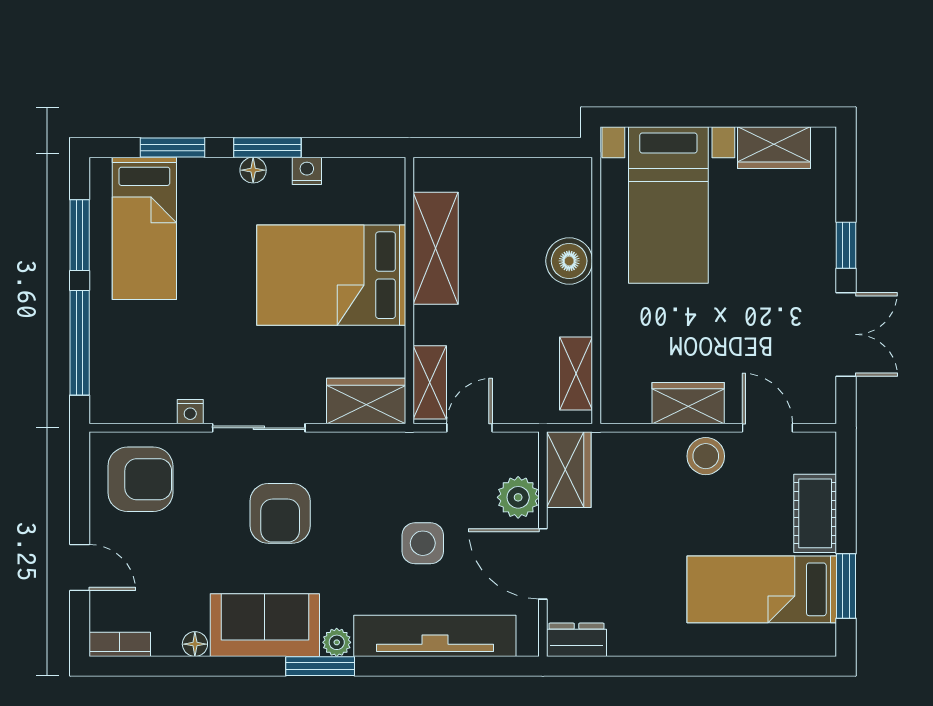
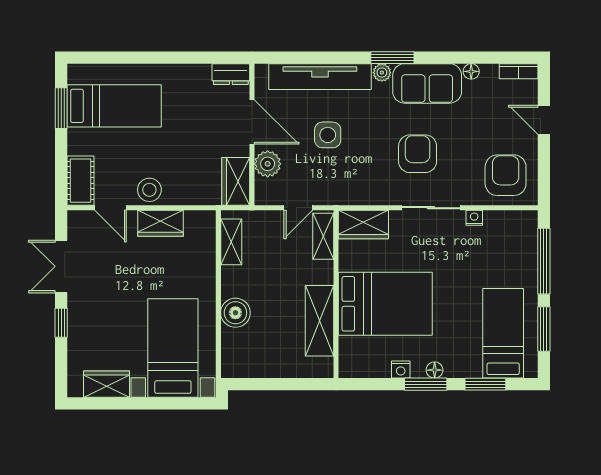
armchair: (140, 479) -> (506, 175), turned 90
cot: (815, 513) -> (80, 181), moved

